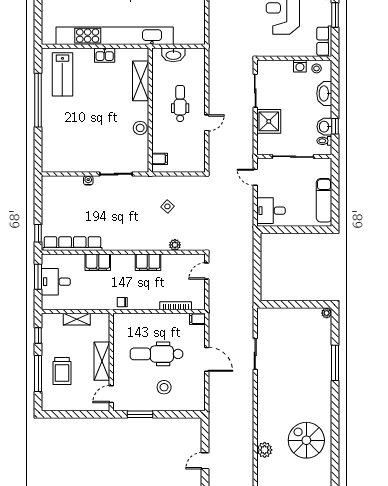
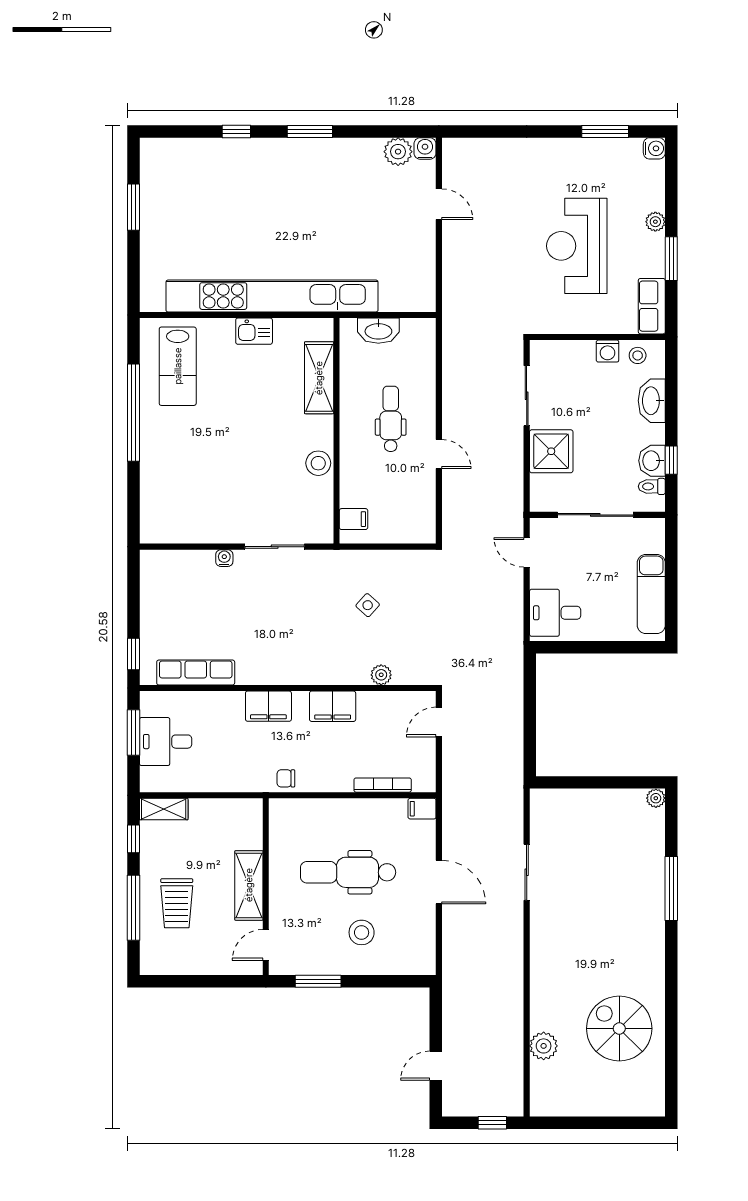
door: (207, 123) -> (439, 454), hinge flipped
row of seats: (72, 244) -> (196, 672), width x0.73
filing cabinet: (98, 262) -> (268, 706), moved
shelving: (77, 319) -> (164, 809), moved

